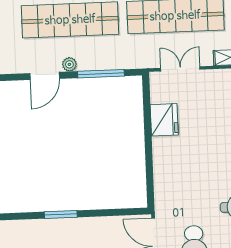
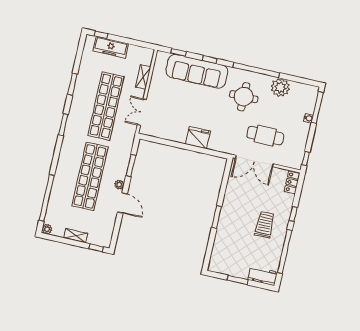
window: (101, 74) -> (131, 165), width x0.69
fridge: (164, 120) -> (198, 138), moved

